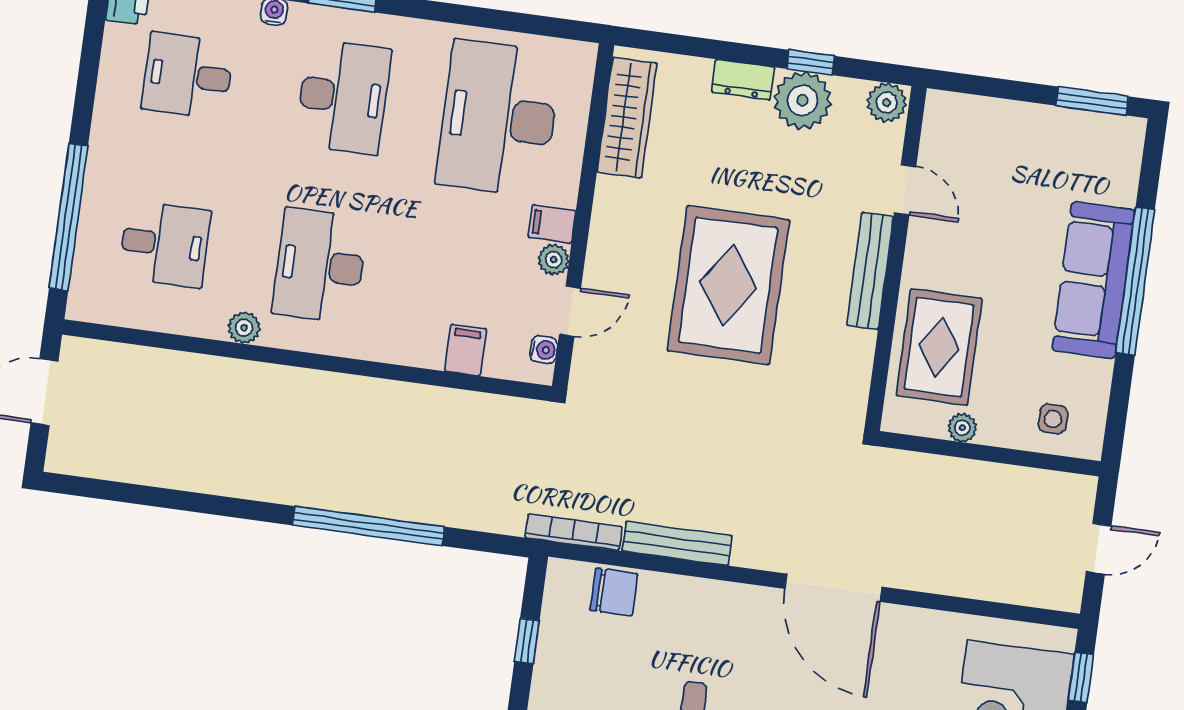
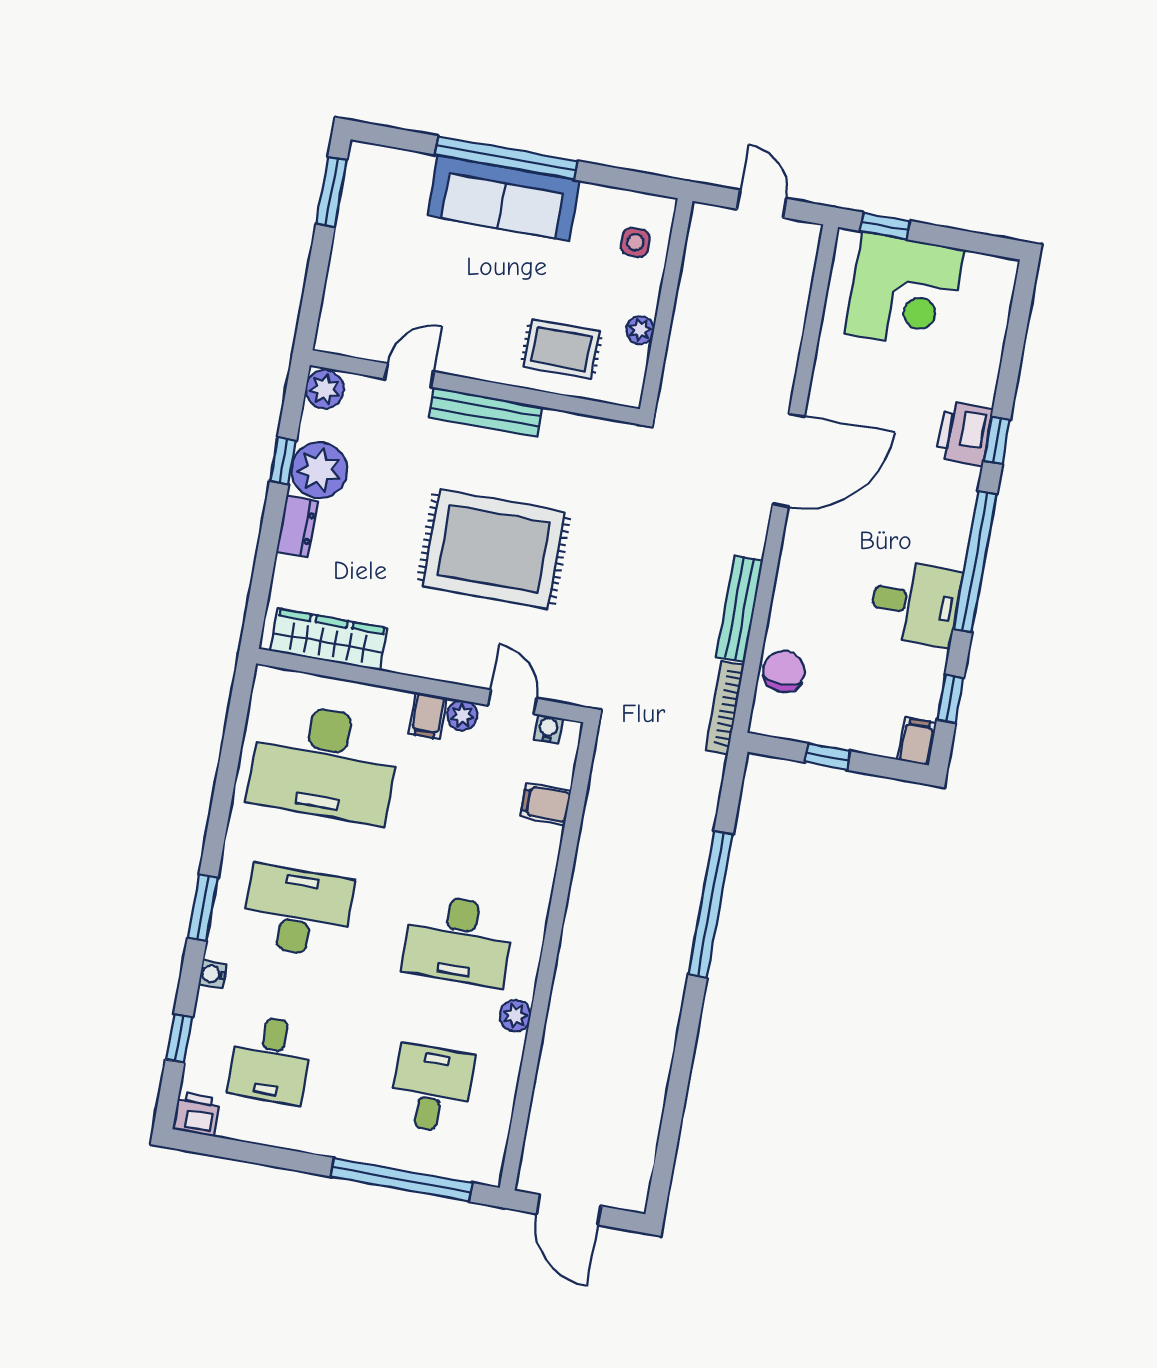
rug: (939, 347) -> (562, 349), width x0.73, depth x0.70

